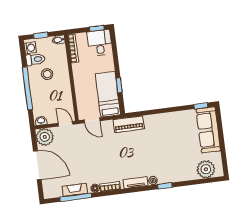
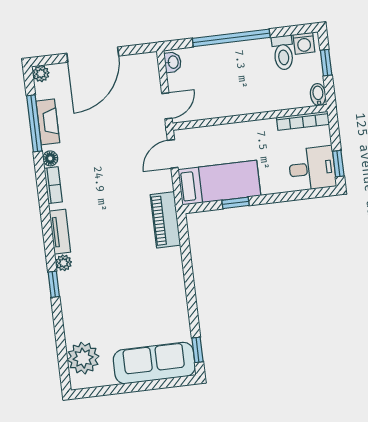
stool: (47, 74) -> (257, 74), removed
plant: (45, 137) -> (41, 74), moved, width x0.53, depth x0.53

